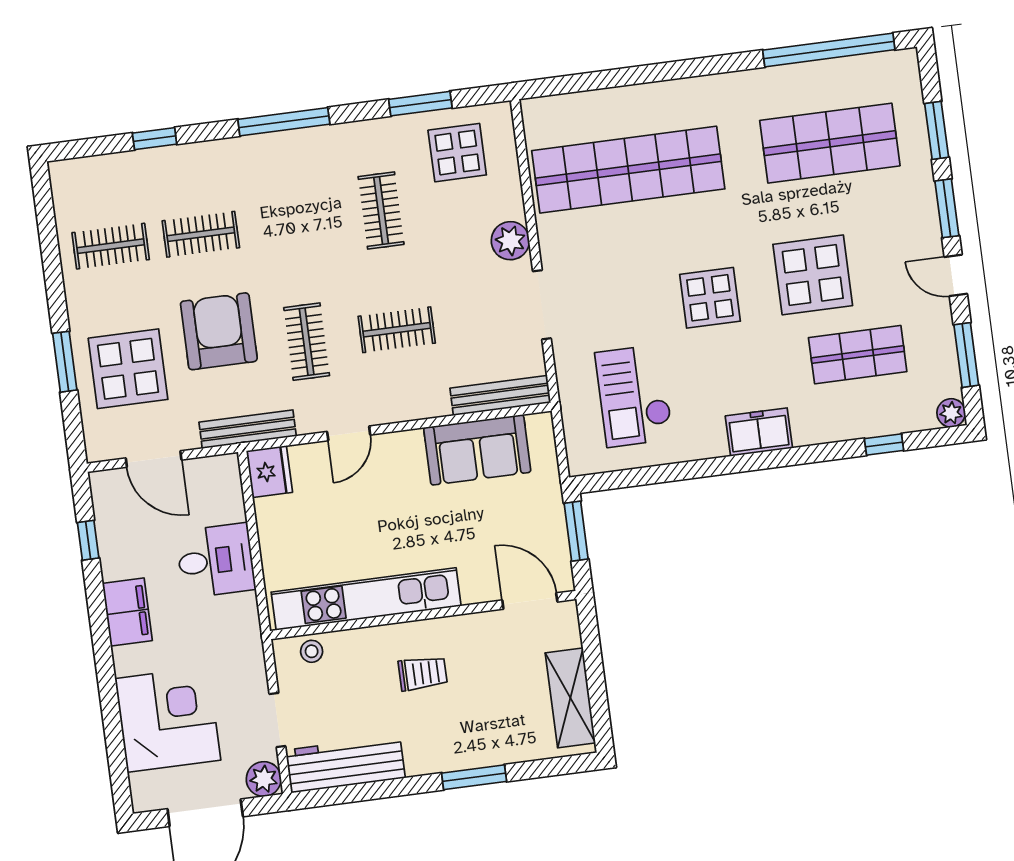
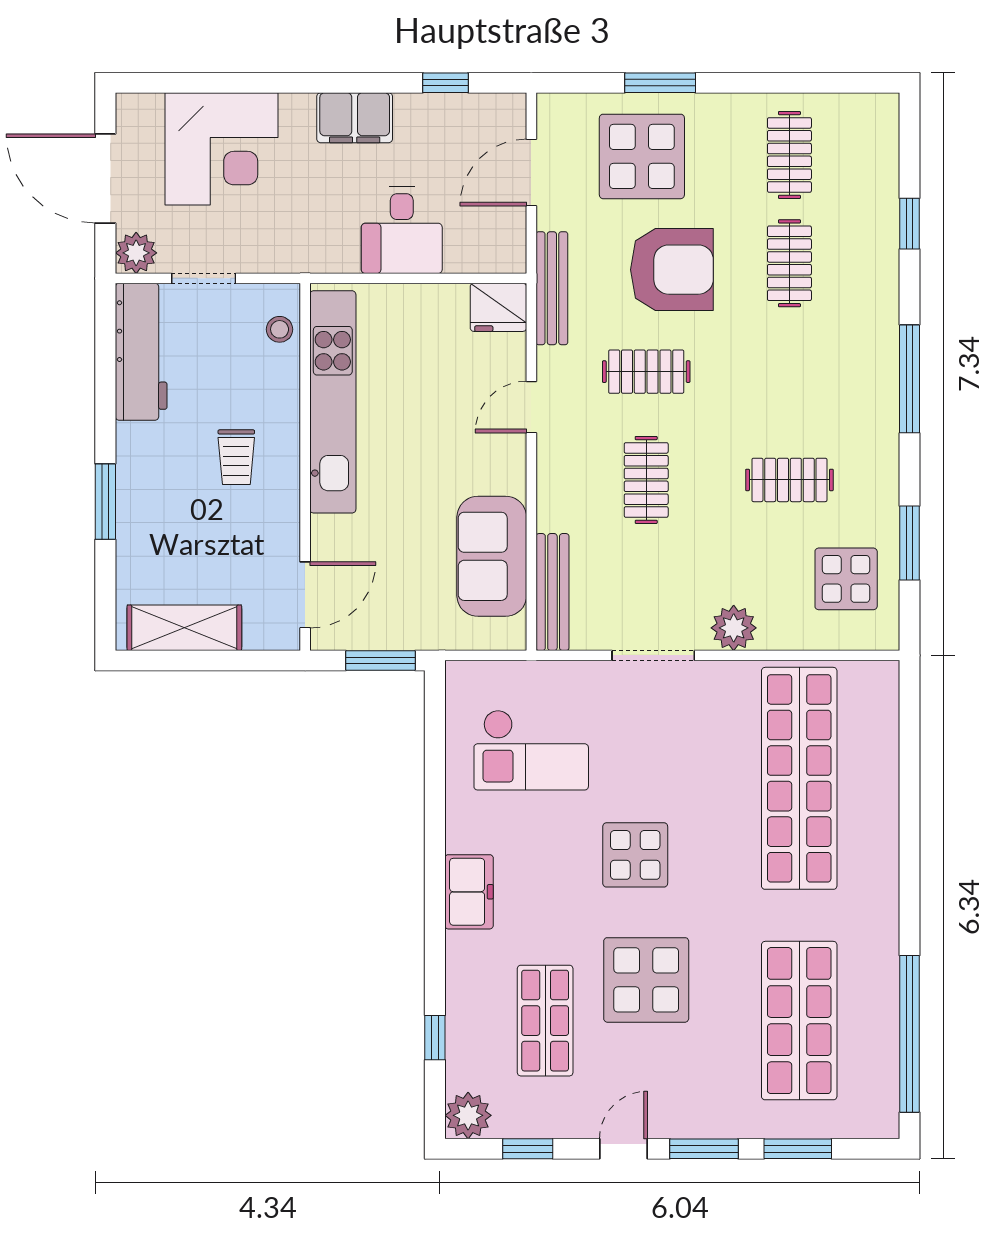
window: (966, 355) -> (528, 1149), width x0.67
checkout: (634, 396) -> (531, 750), turned 180
plant: (951, 413) -> (468, 1115), width x1.38, depth x1.38
door: (349, 433) -> (531, 407), hinge flipped

